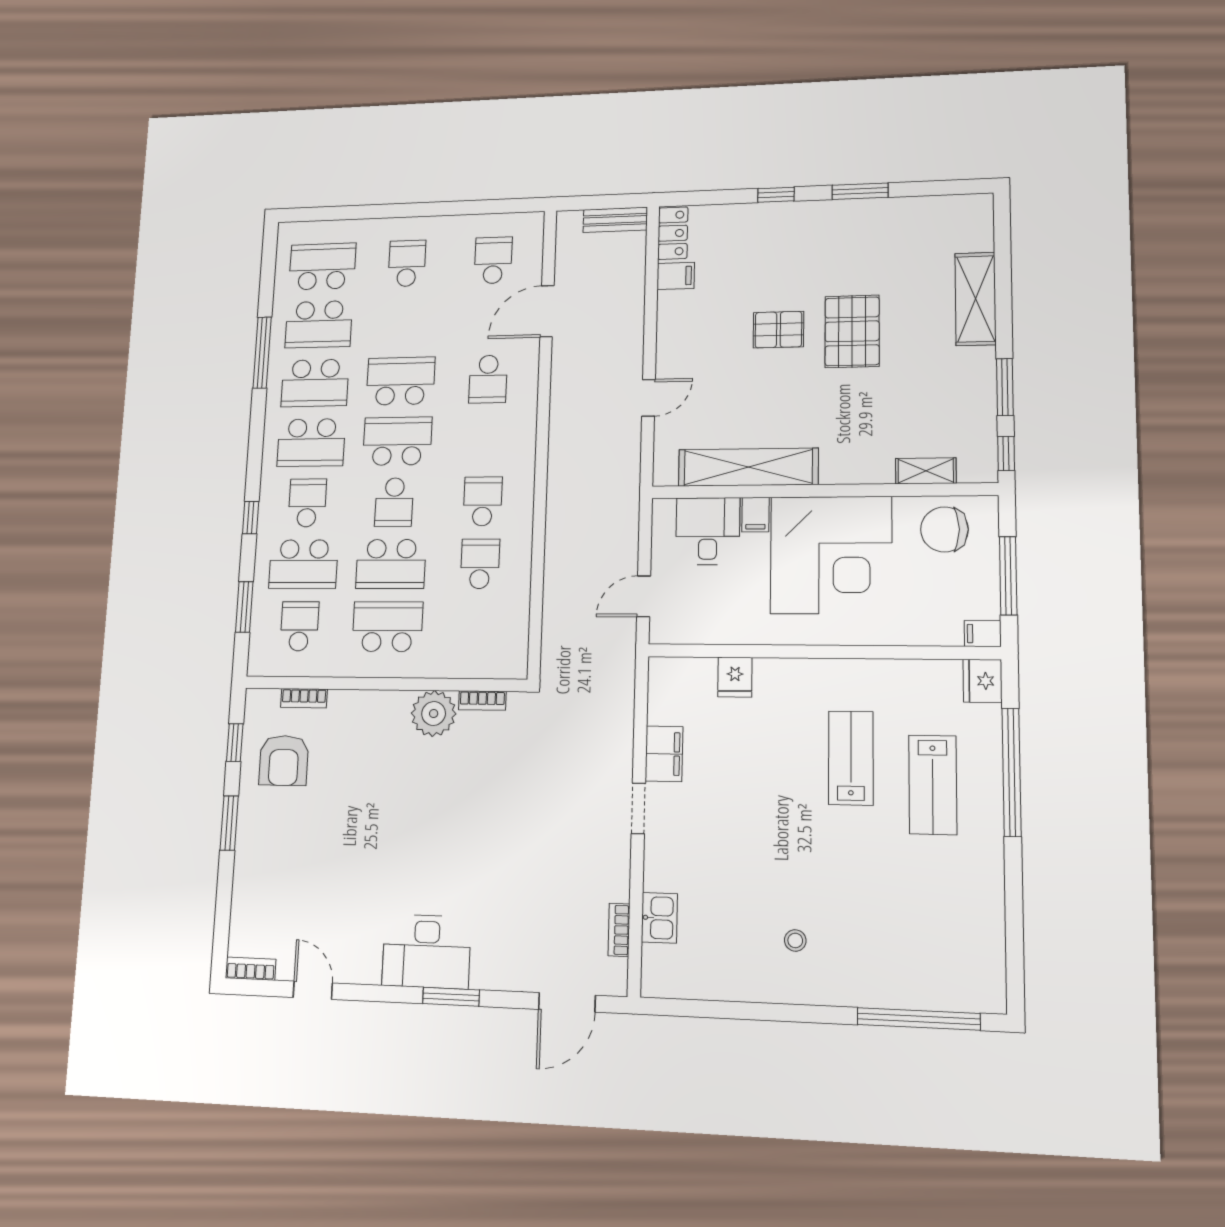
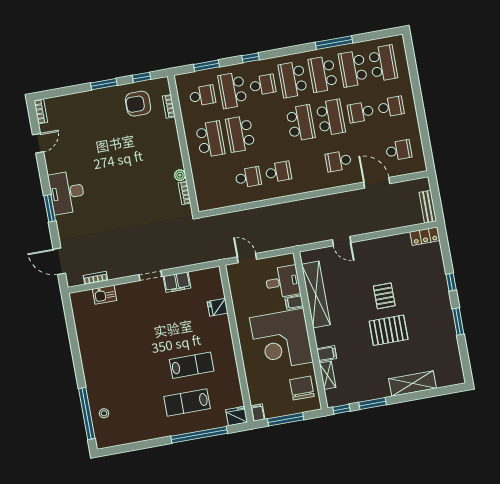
filing cabinet: (676, 276) -> (327, 354), moved, turned -90
school desk: (394, 502) -> (361, 112), moved
plant: (434, 714) -> (180, 175), width x0.53, depth x0.53
stool: (795, 940) -> (104, 413), moved

